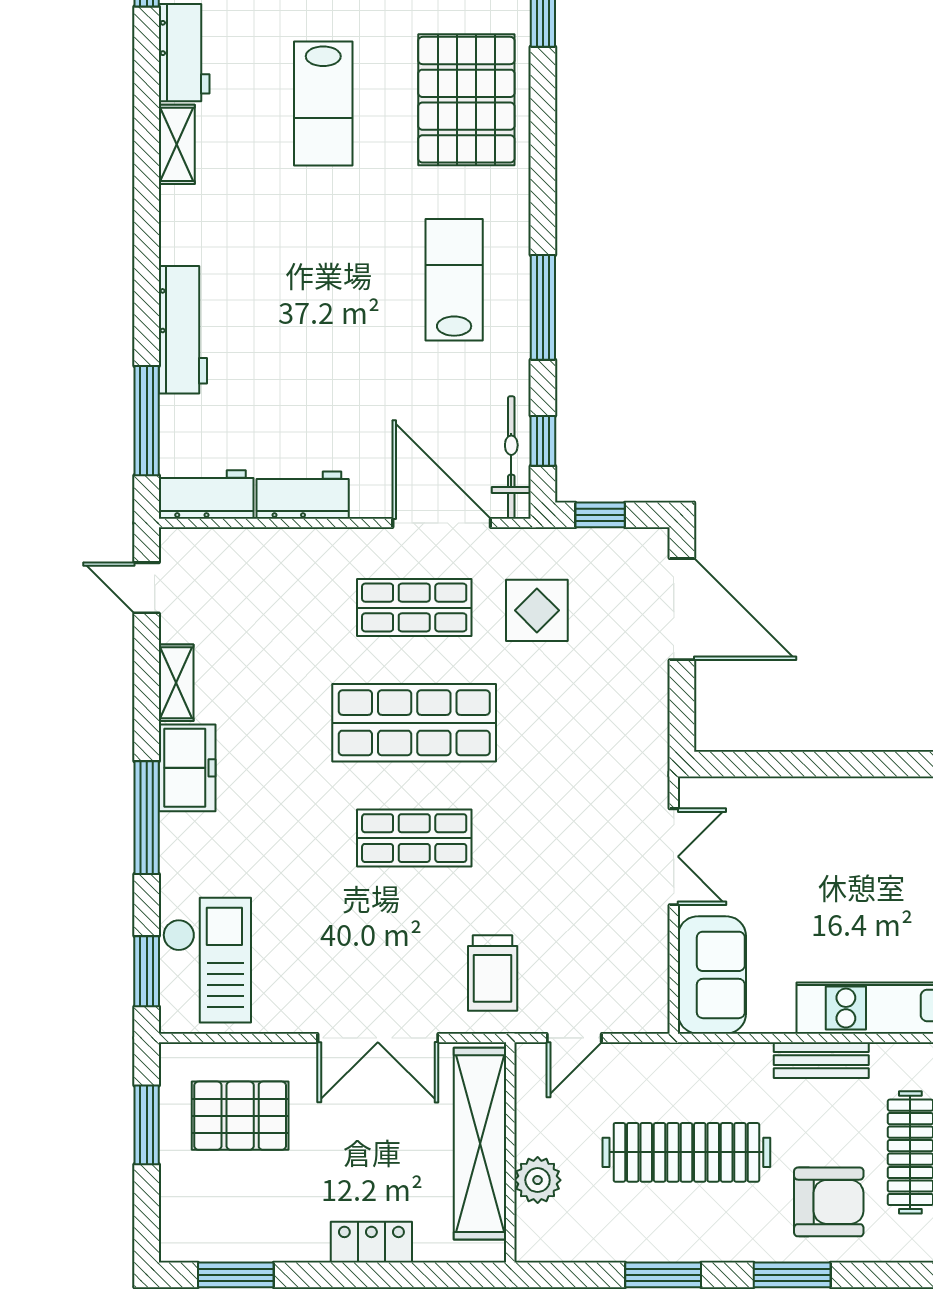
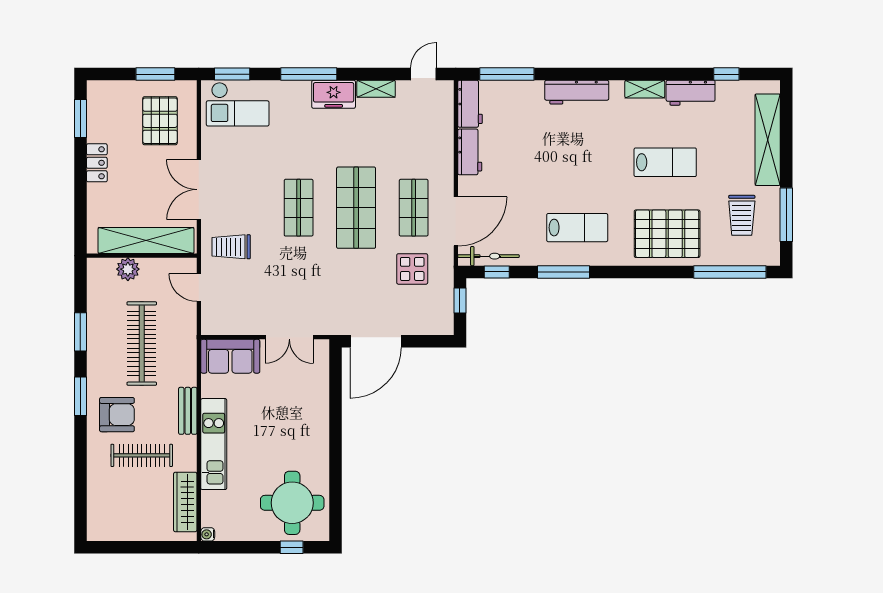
lab bench: (323, 103) -> (665, 162), turned 180
workbench: (183, 330) -> (577, 92), moved
door: (682, 609) -> (376, 341), moved
armchair: (829, 1202) -> (117, 415), turned -90
locker: (371, 1242) -> (97, 163), moved

